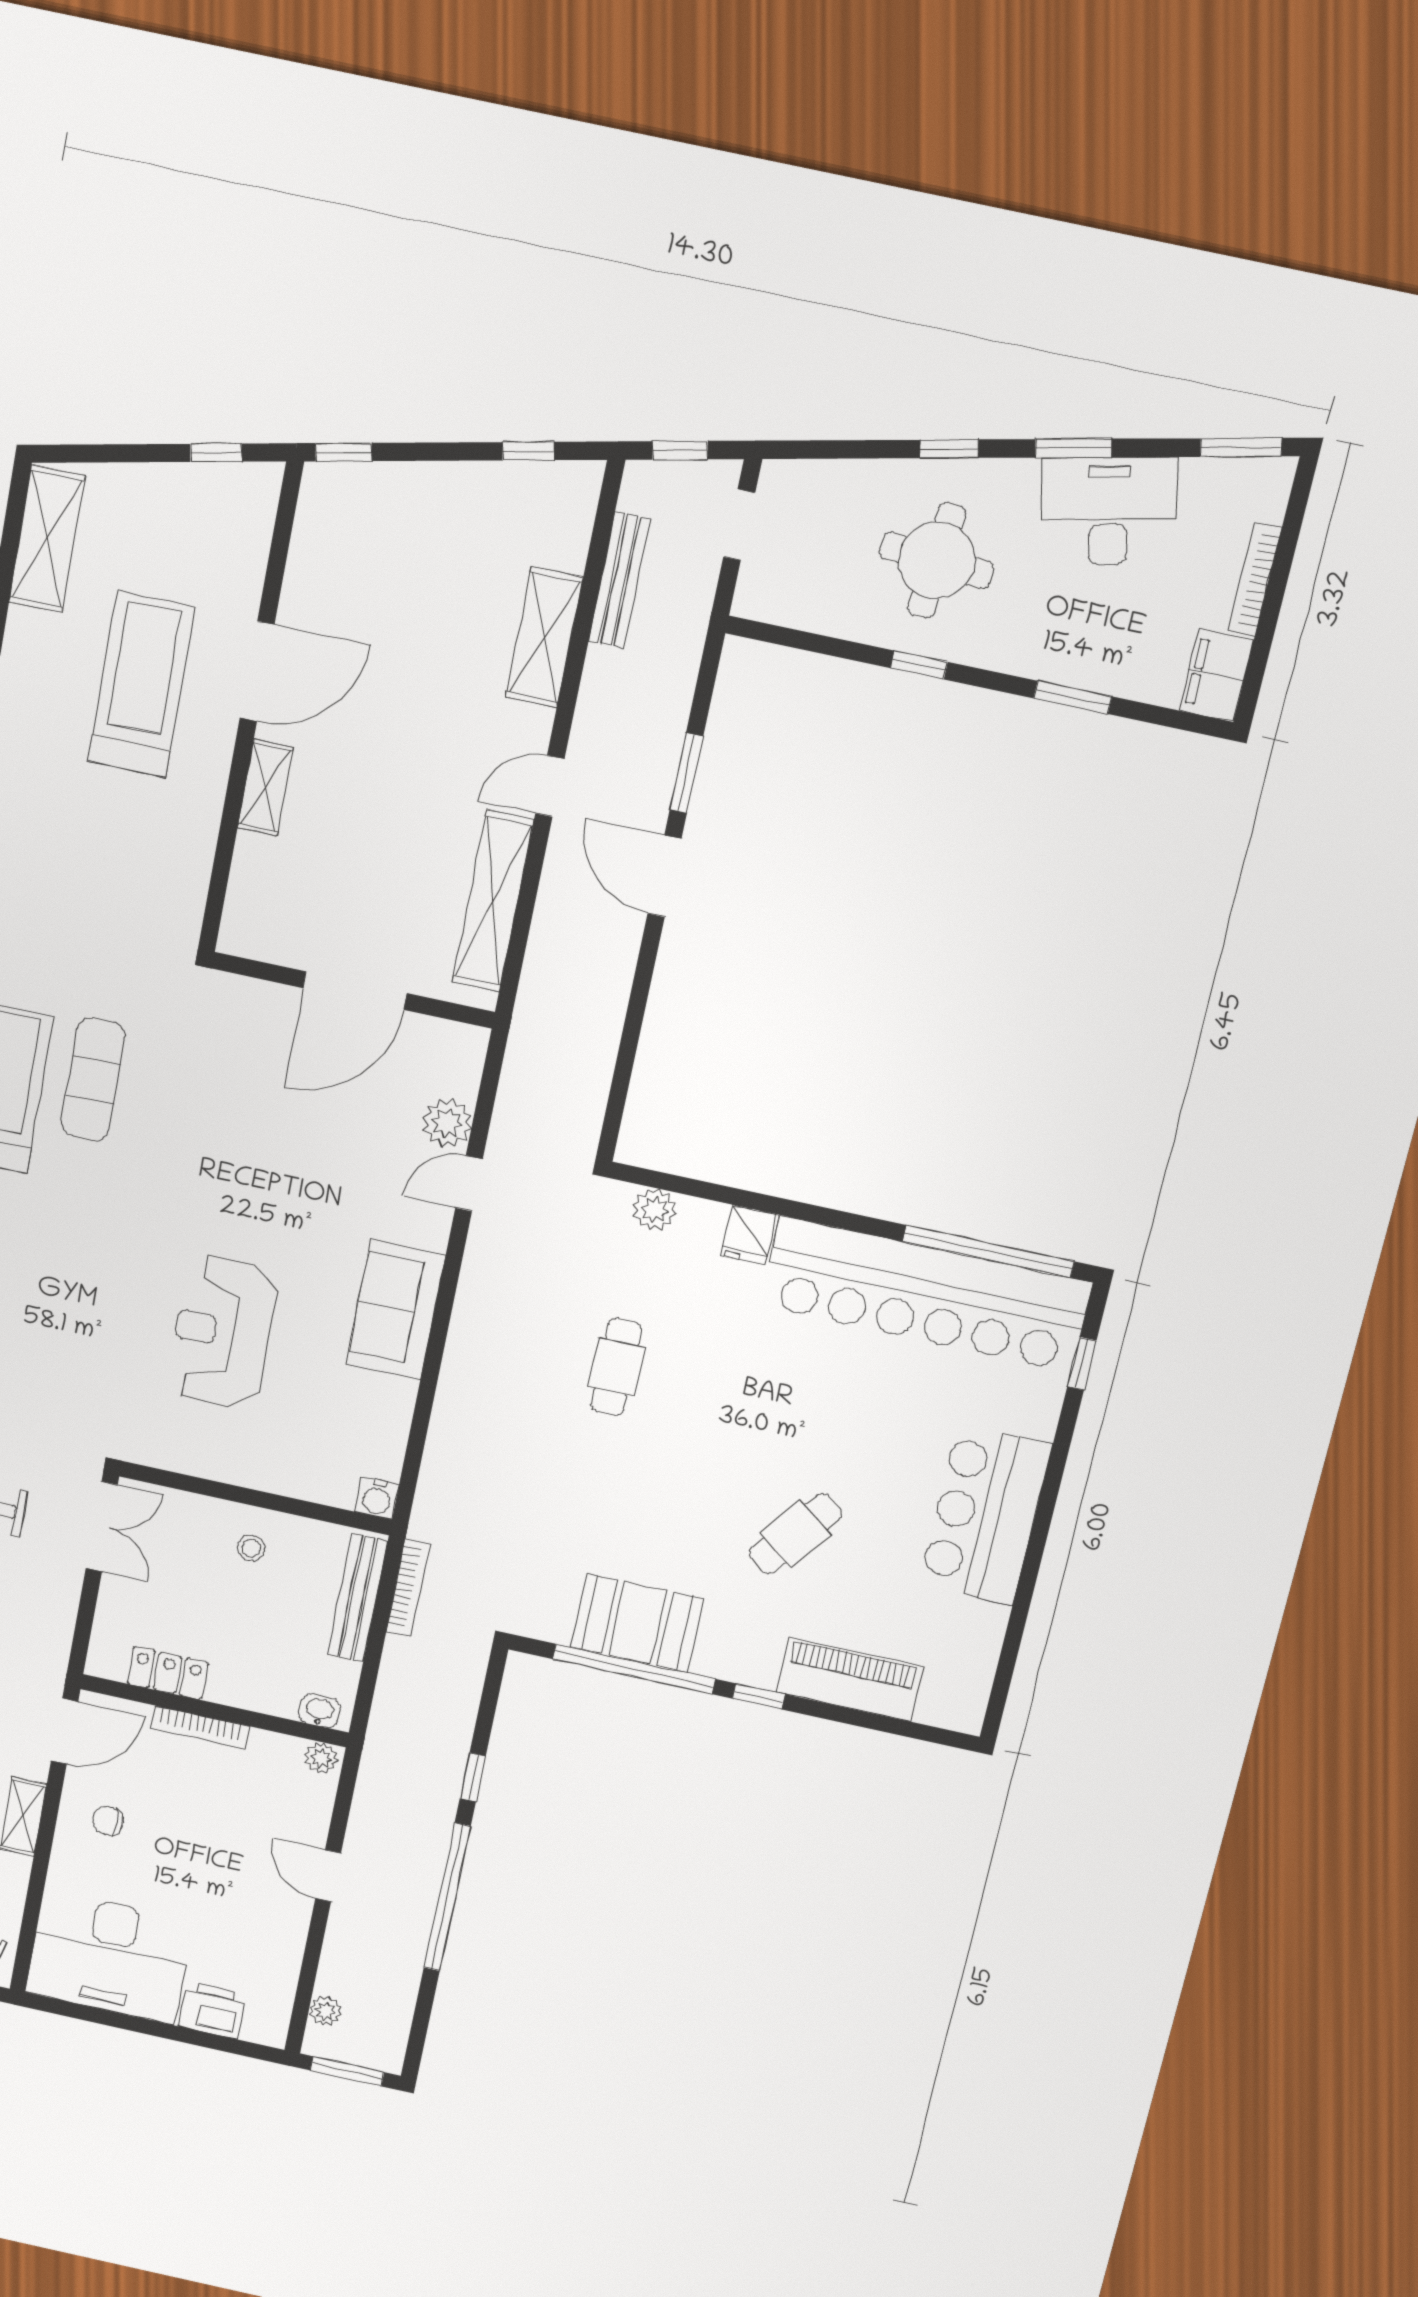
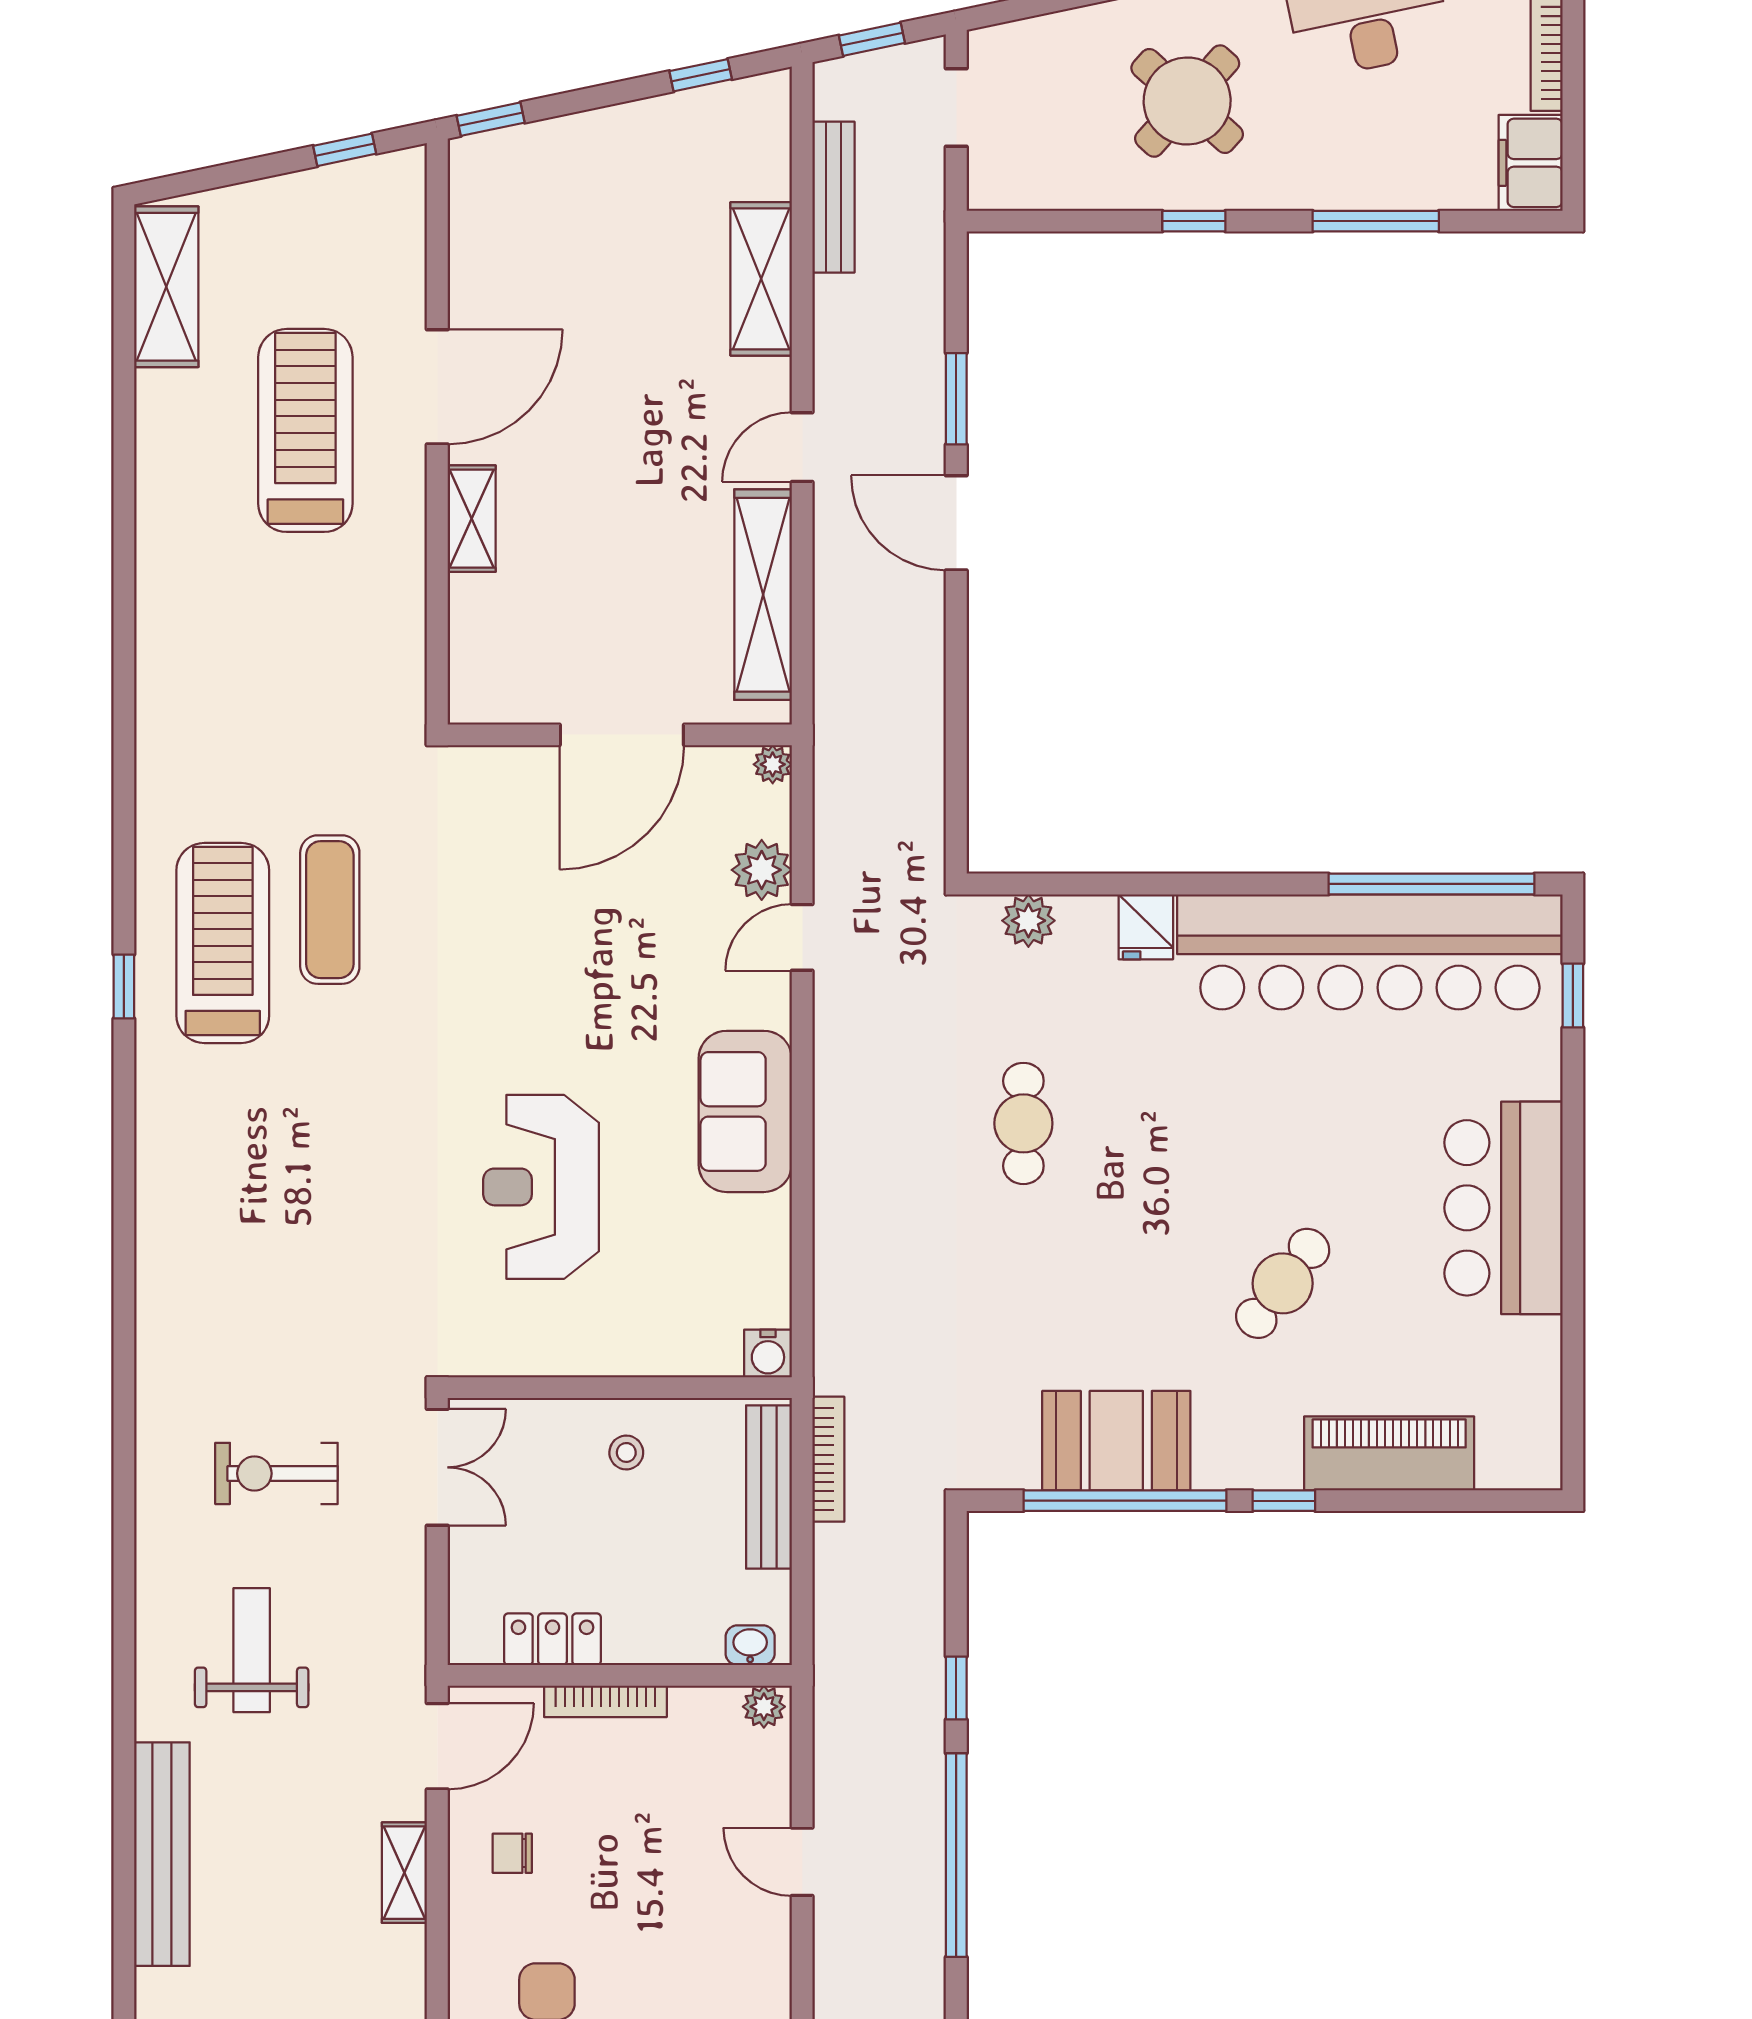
round table: (937, 560) -> (1187, 101), turned 37
window: (1073, 697) -> (1376, 221), width x1.44
plant: (473, 1041) -> (773, 764), added

